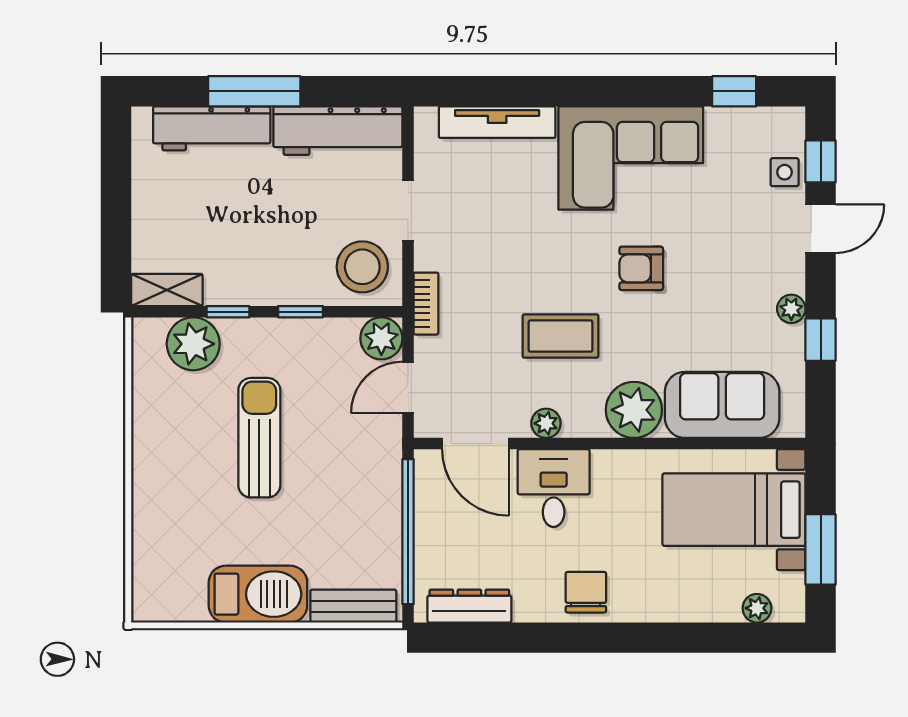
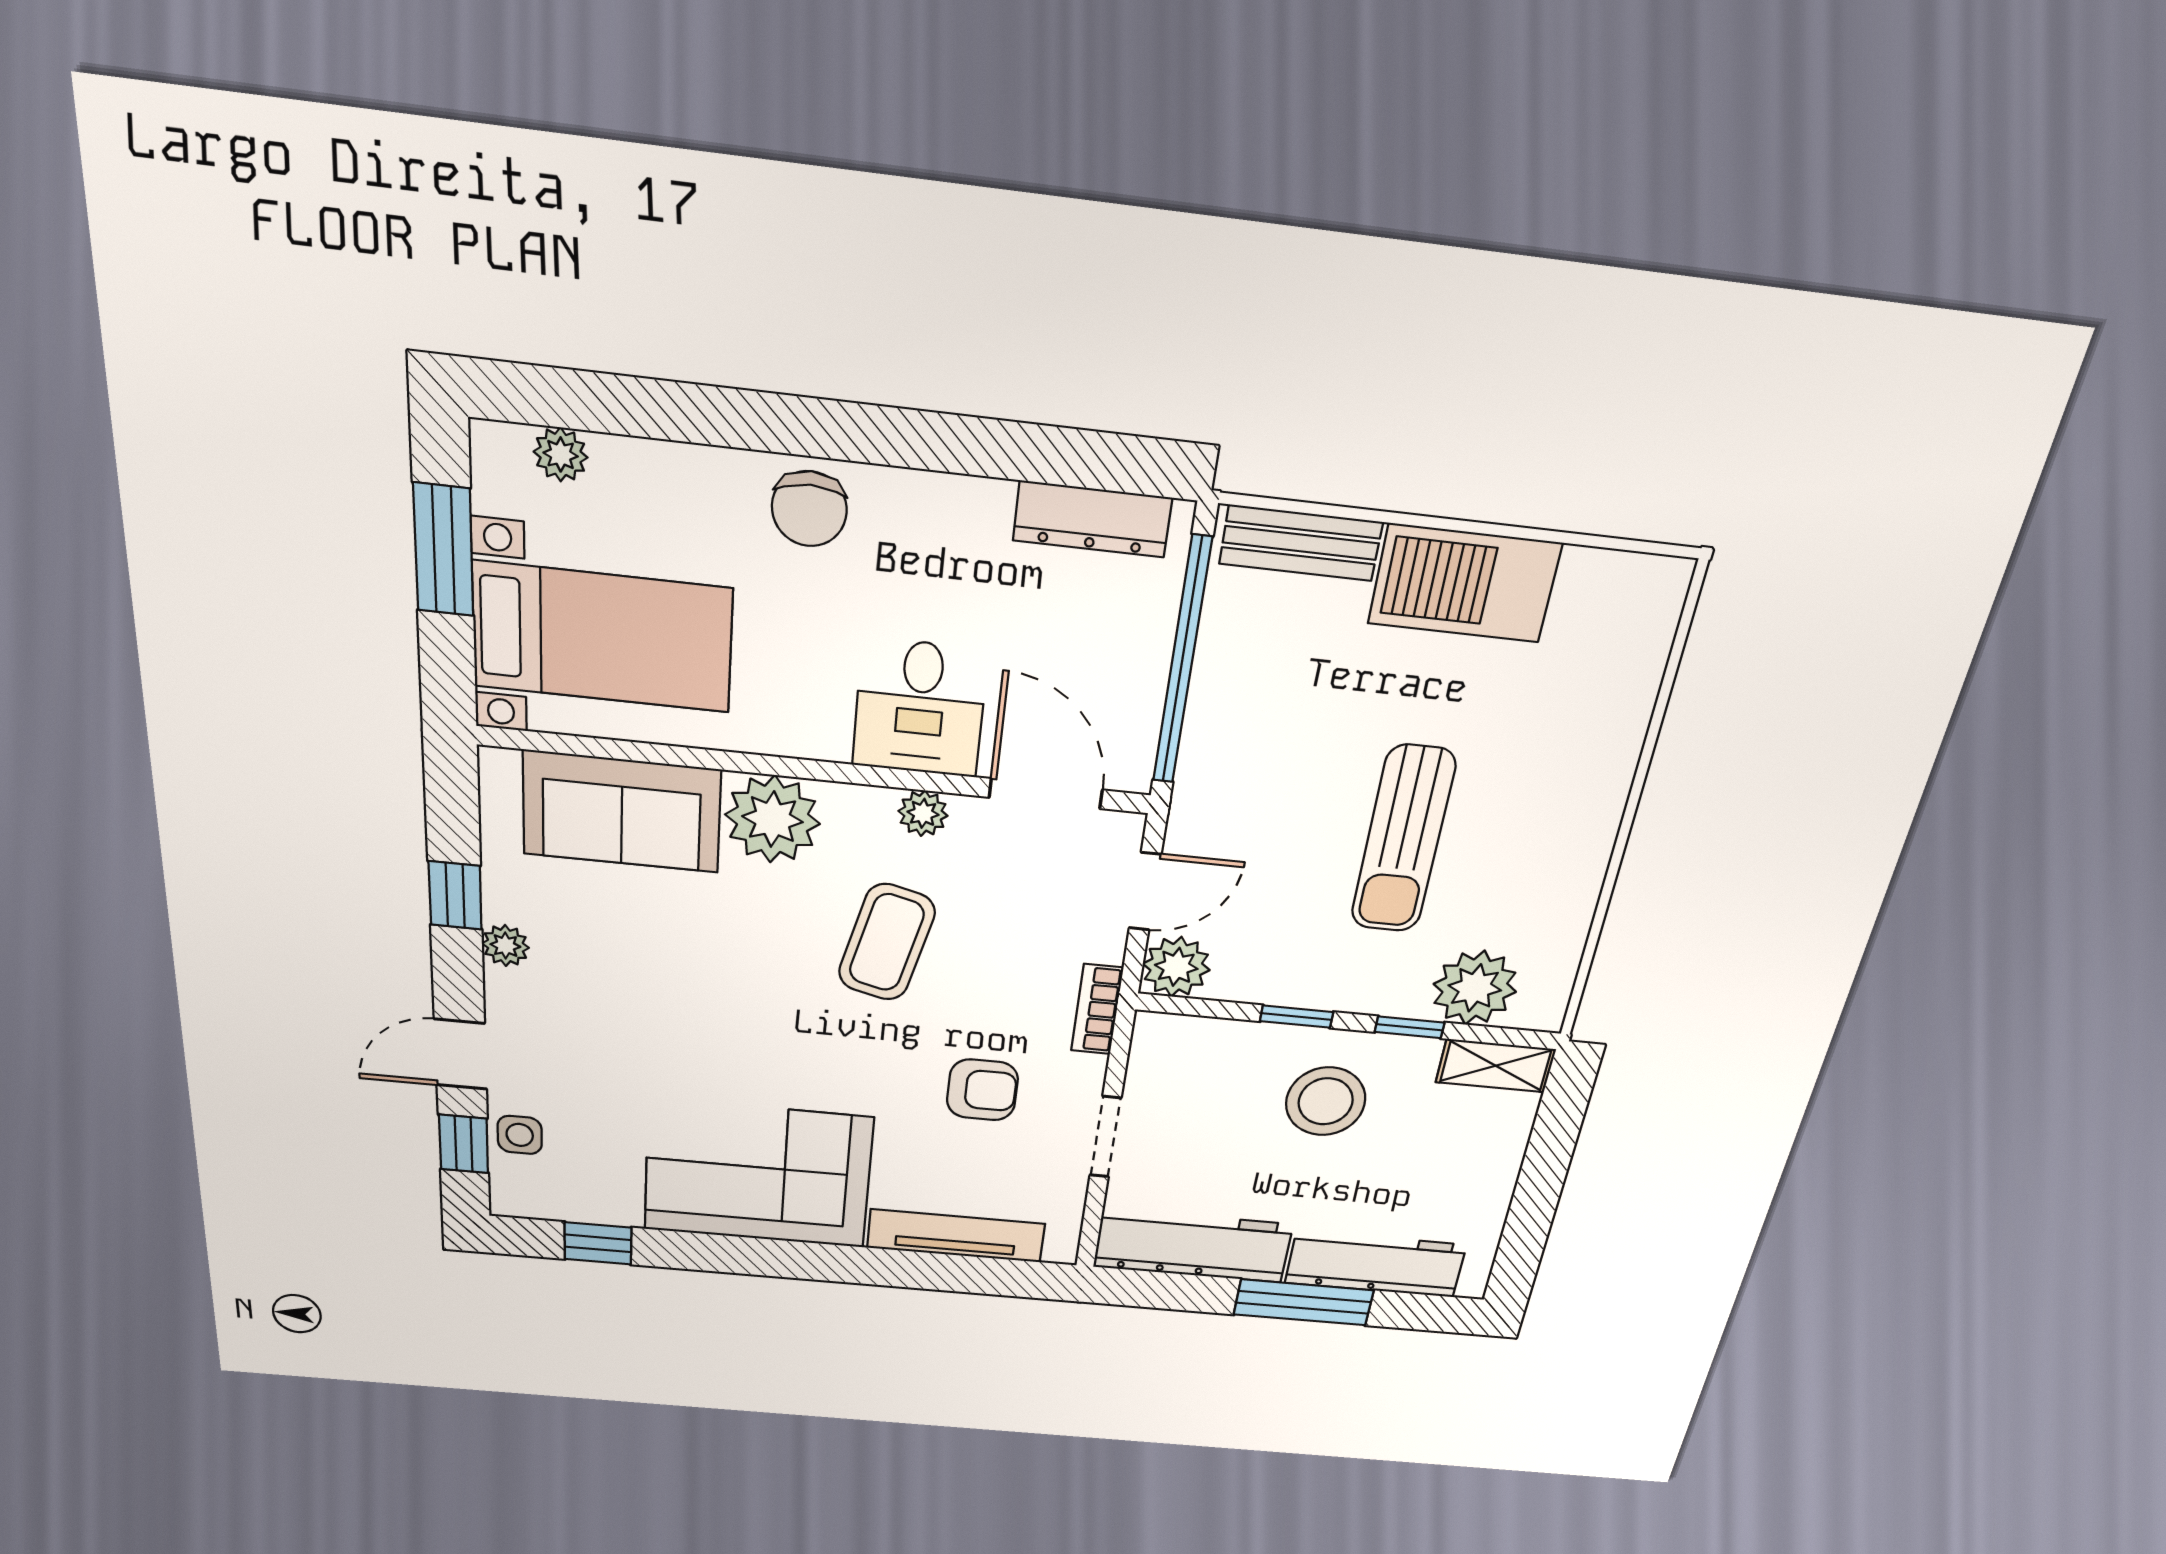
stool: (362, 267) -> (1326, 1101), moved
armchair: (641, 268) -> (982, 1090), moved
coffee table: (560, 336) -> (887, 942), turned -76
chair: (586, 592) -> (809, 509), moved

